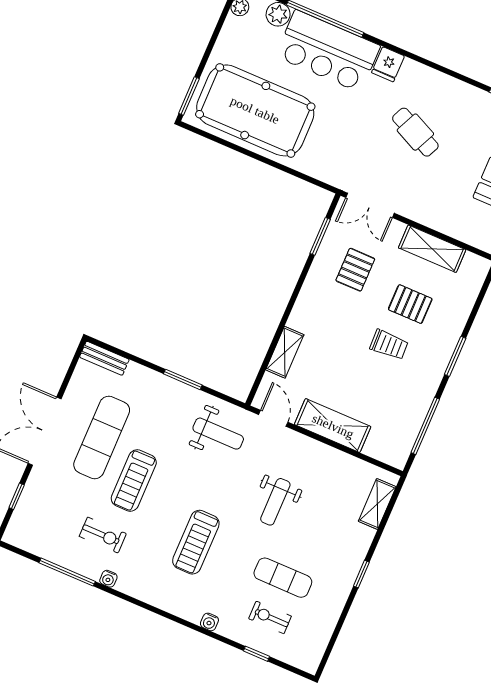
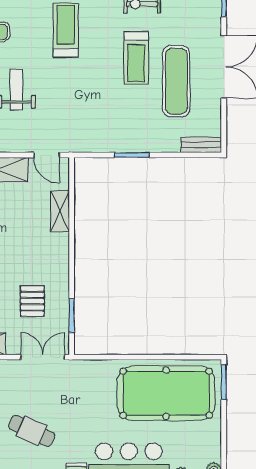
weight bench: (218, 434) -> (85, 124), removed
treadmill: (134, 480) -> (136, 58), turned 180

